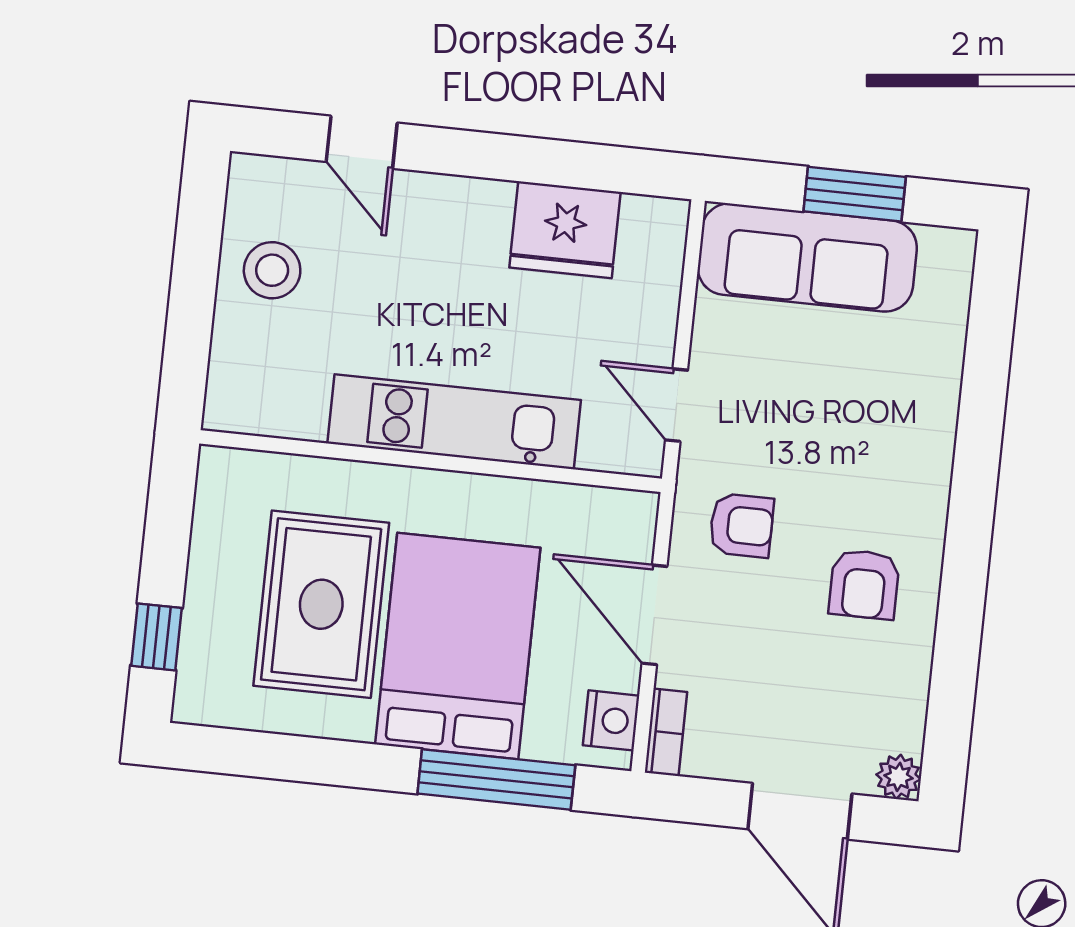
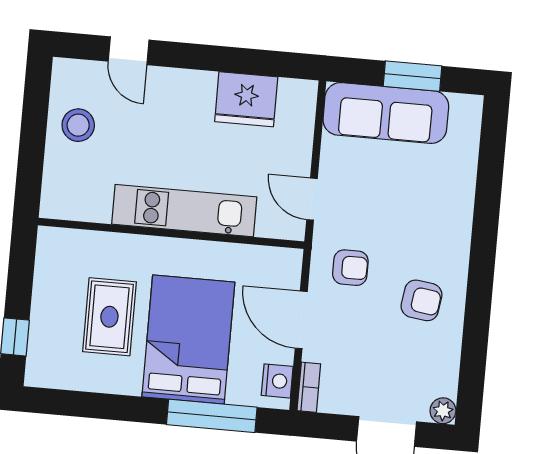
armchair: (864, 584) -> (421, 300), turned -82
rug: (321, 604) -> (109, 317), width x0.73, depth x0.70

